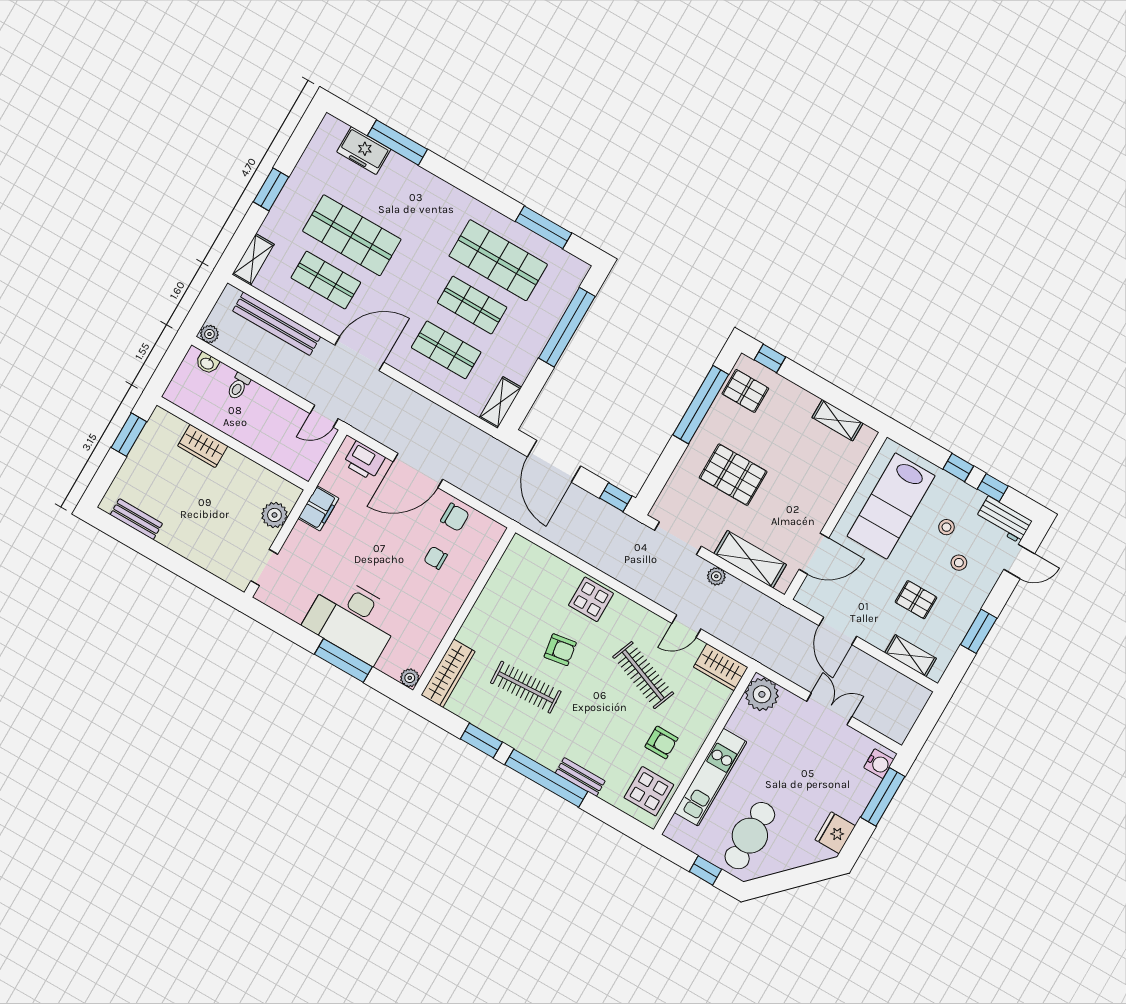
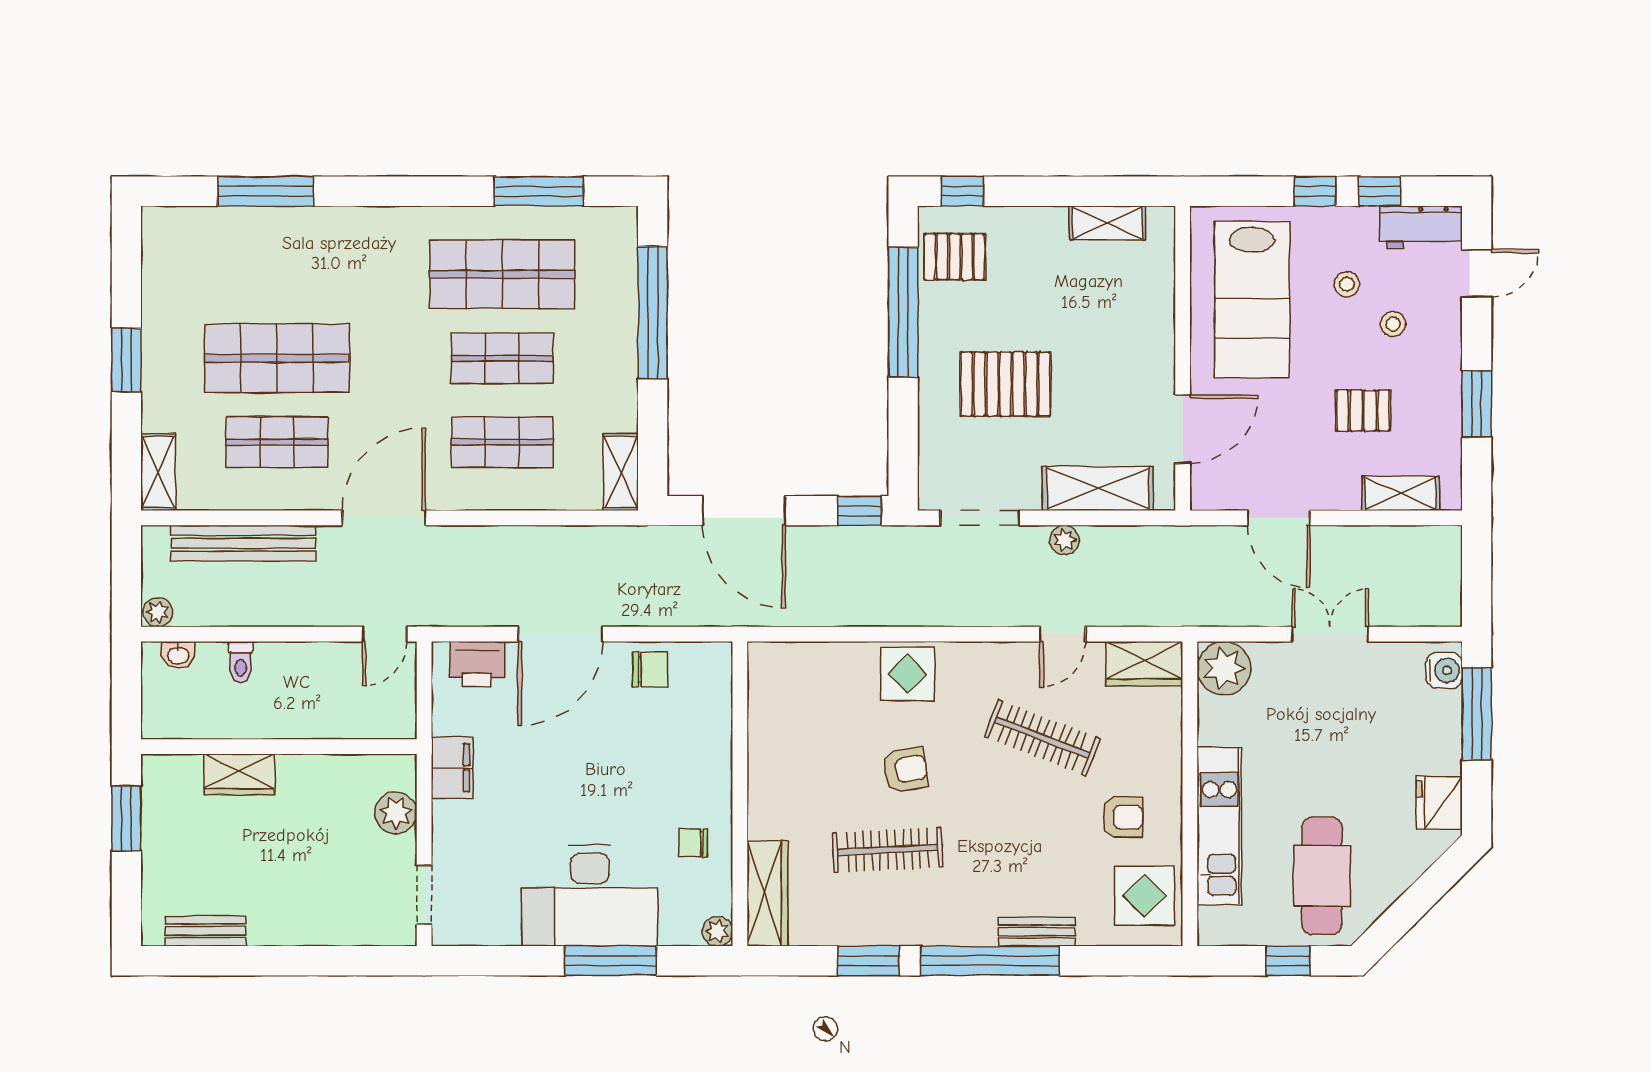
freezer: (364, 151) -> (225, 230), removed
chair: (436, 558) -> (693, 843), moved

